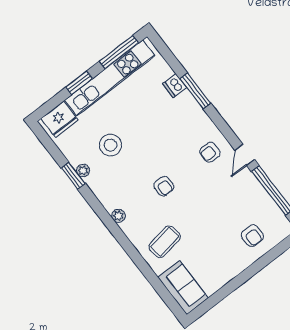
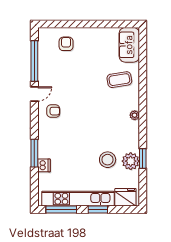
plant: (83, 171) -> (131, 161), width x1.88, depth x1.88
armchair: (164, 186) -> (95, 112), removed

